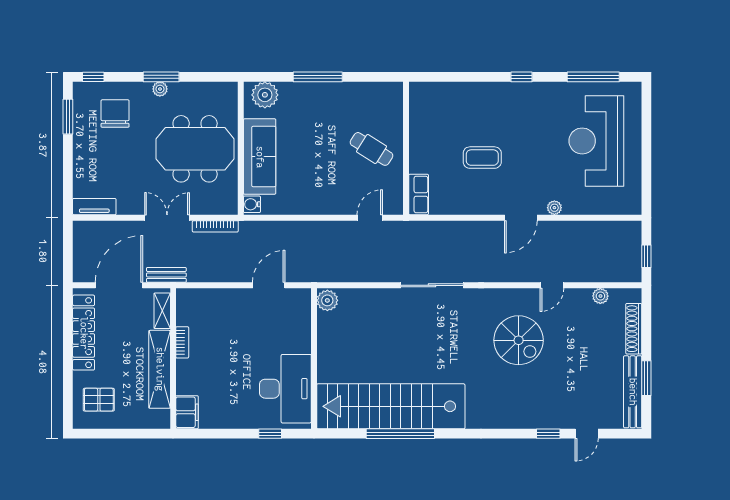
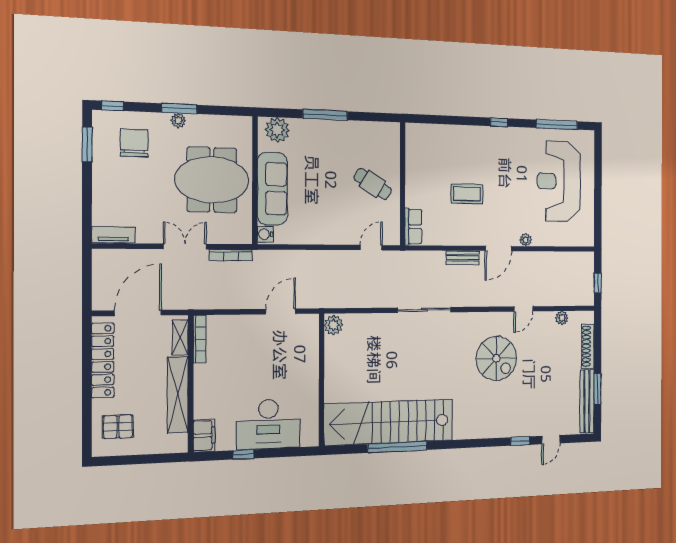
bench: (166, 275) -> (463, 258), moved
bookcase: (182, 342) -> (200, 339), moved, width x1.56
desk: (285, 389) -> (268, 424), moved, turned 90
window: (270, 434) -> (244, 454), moved

